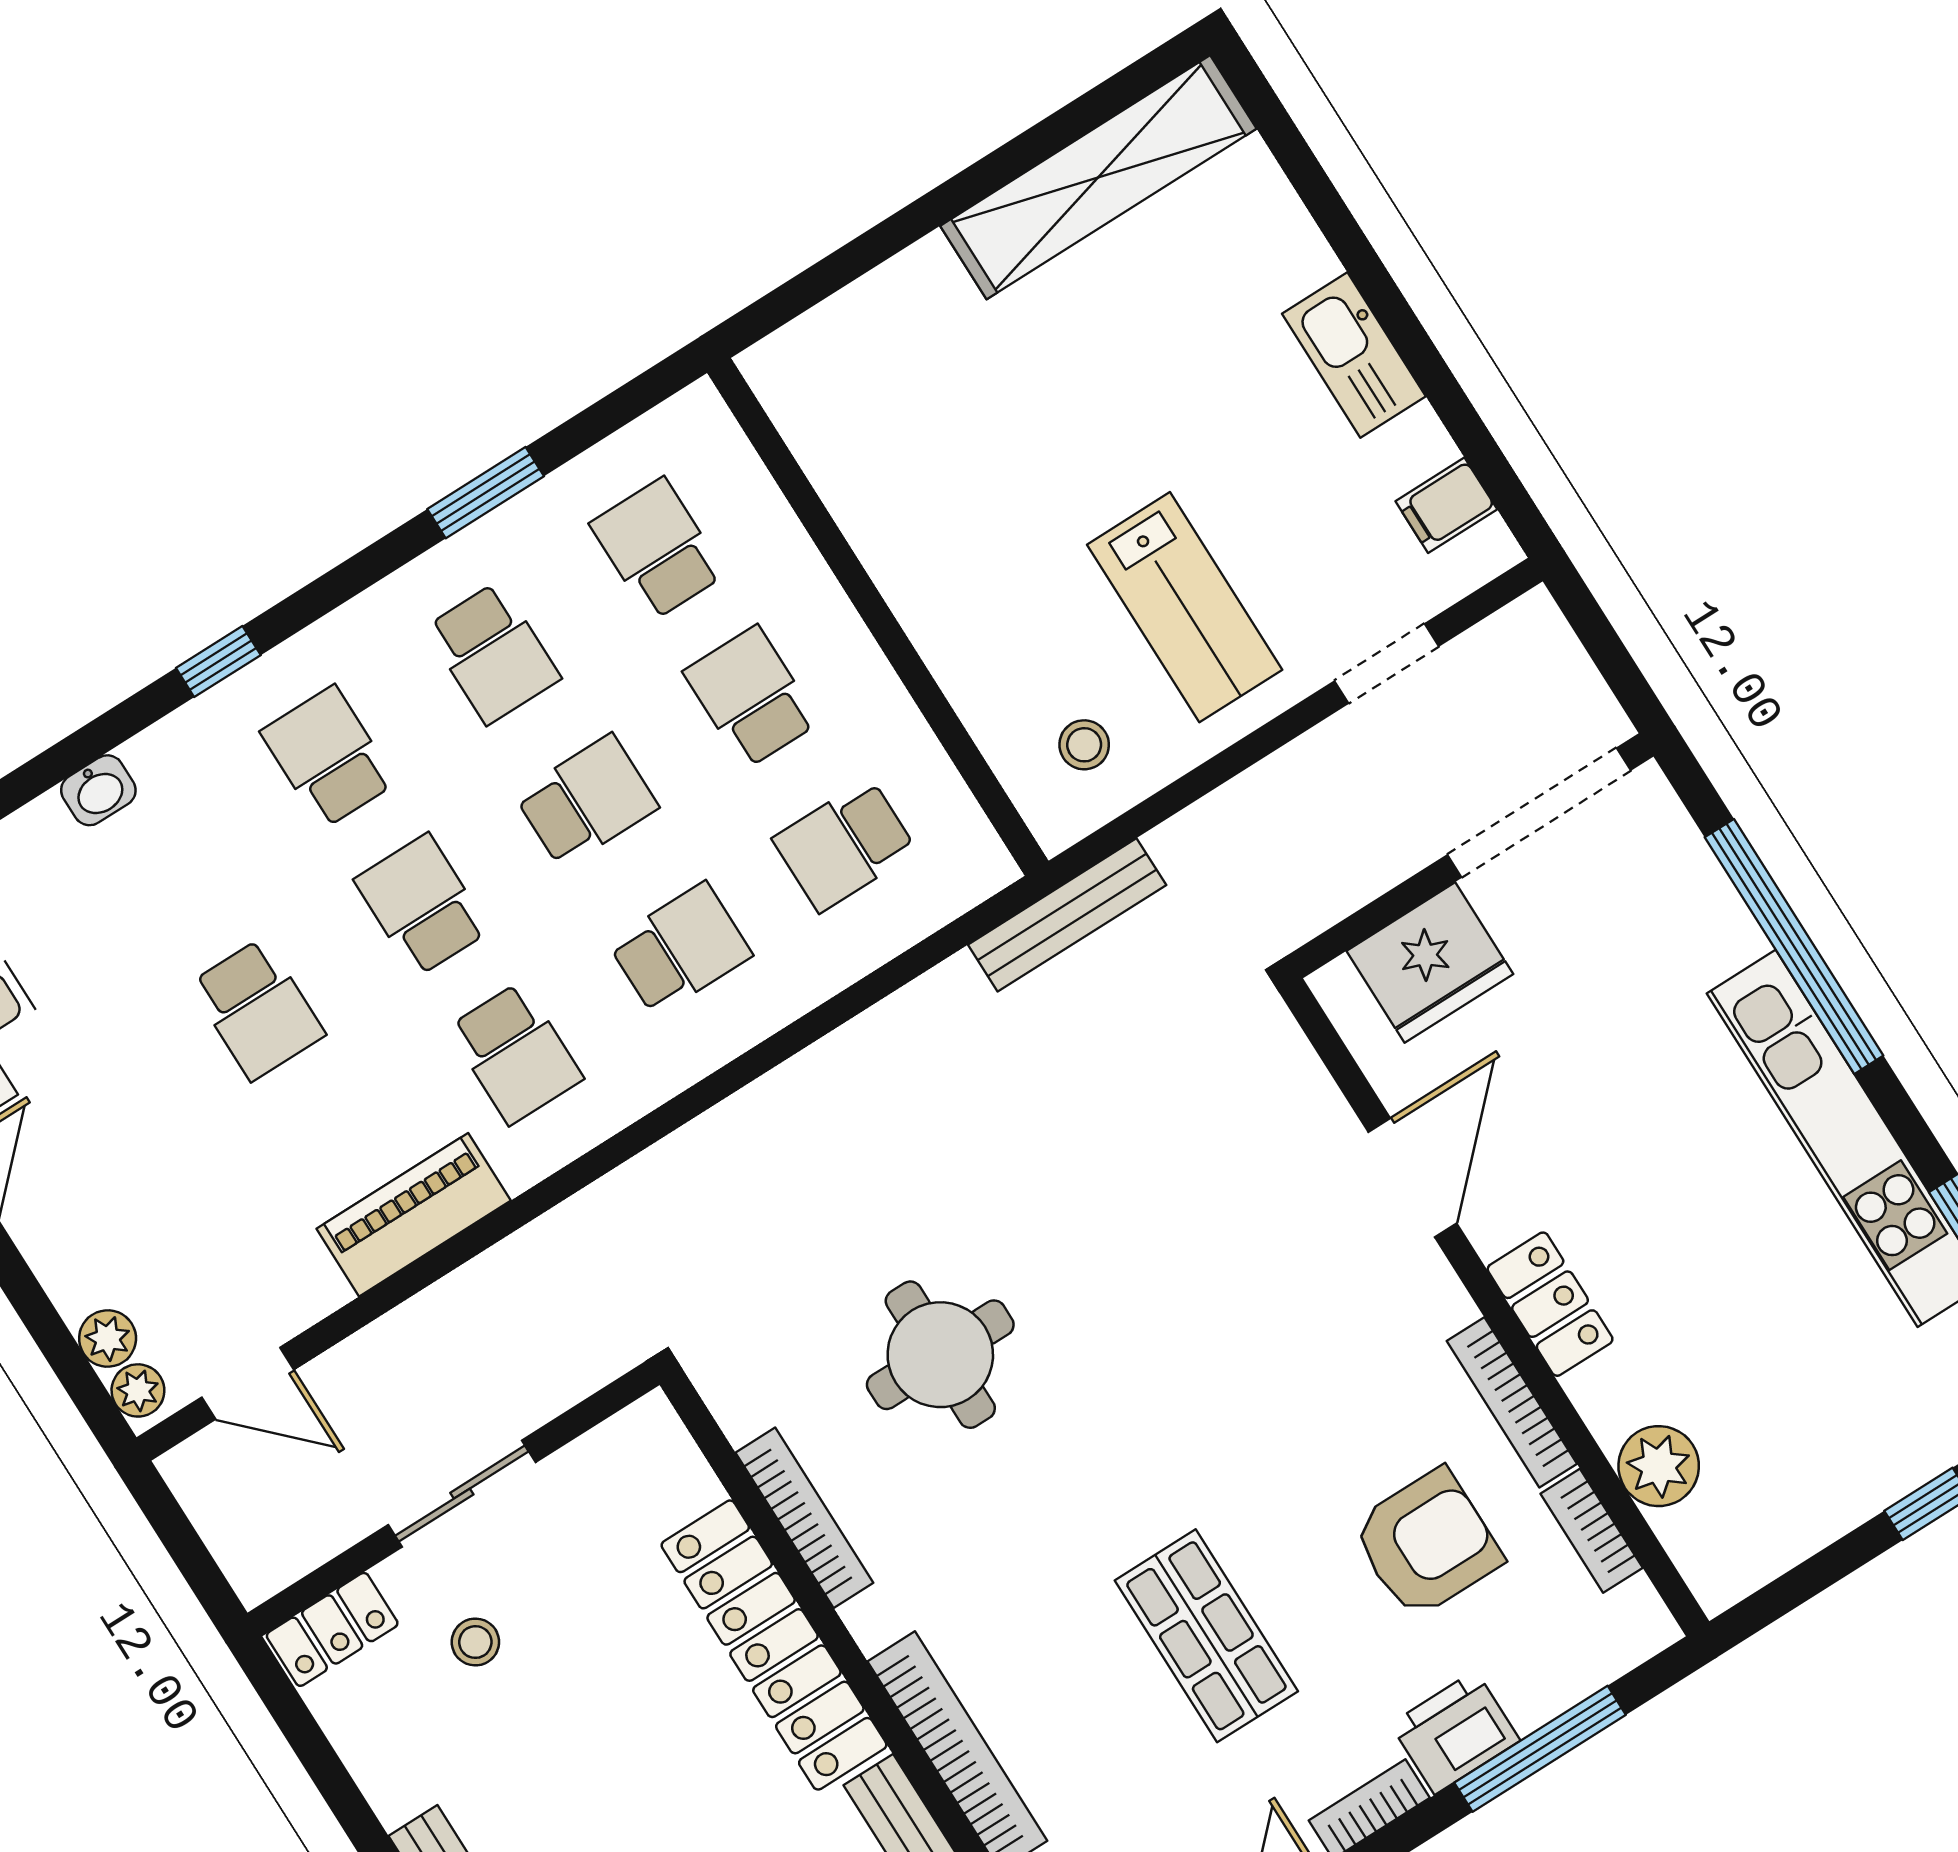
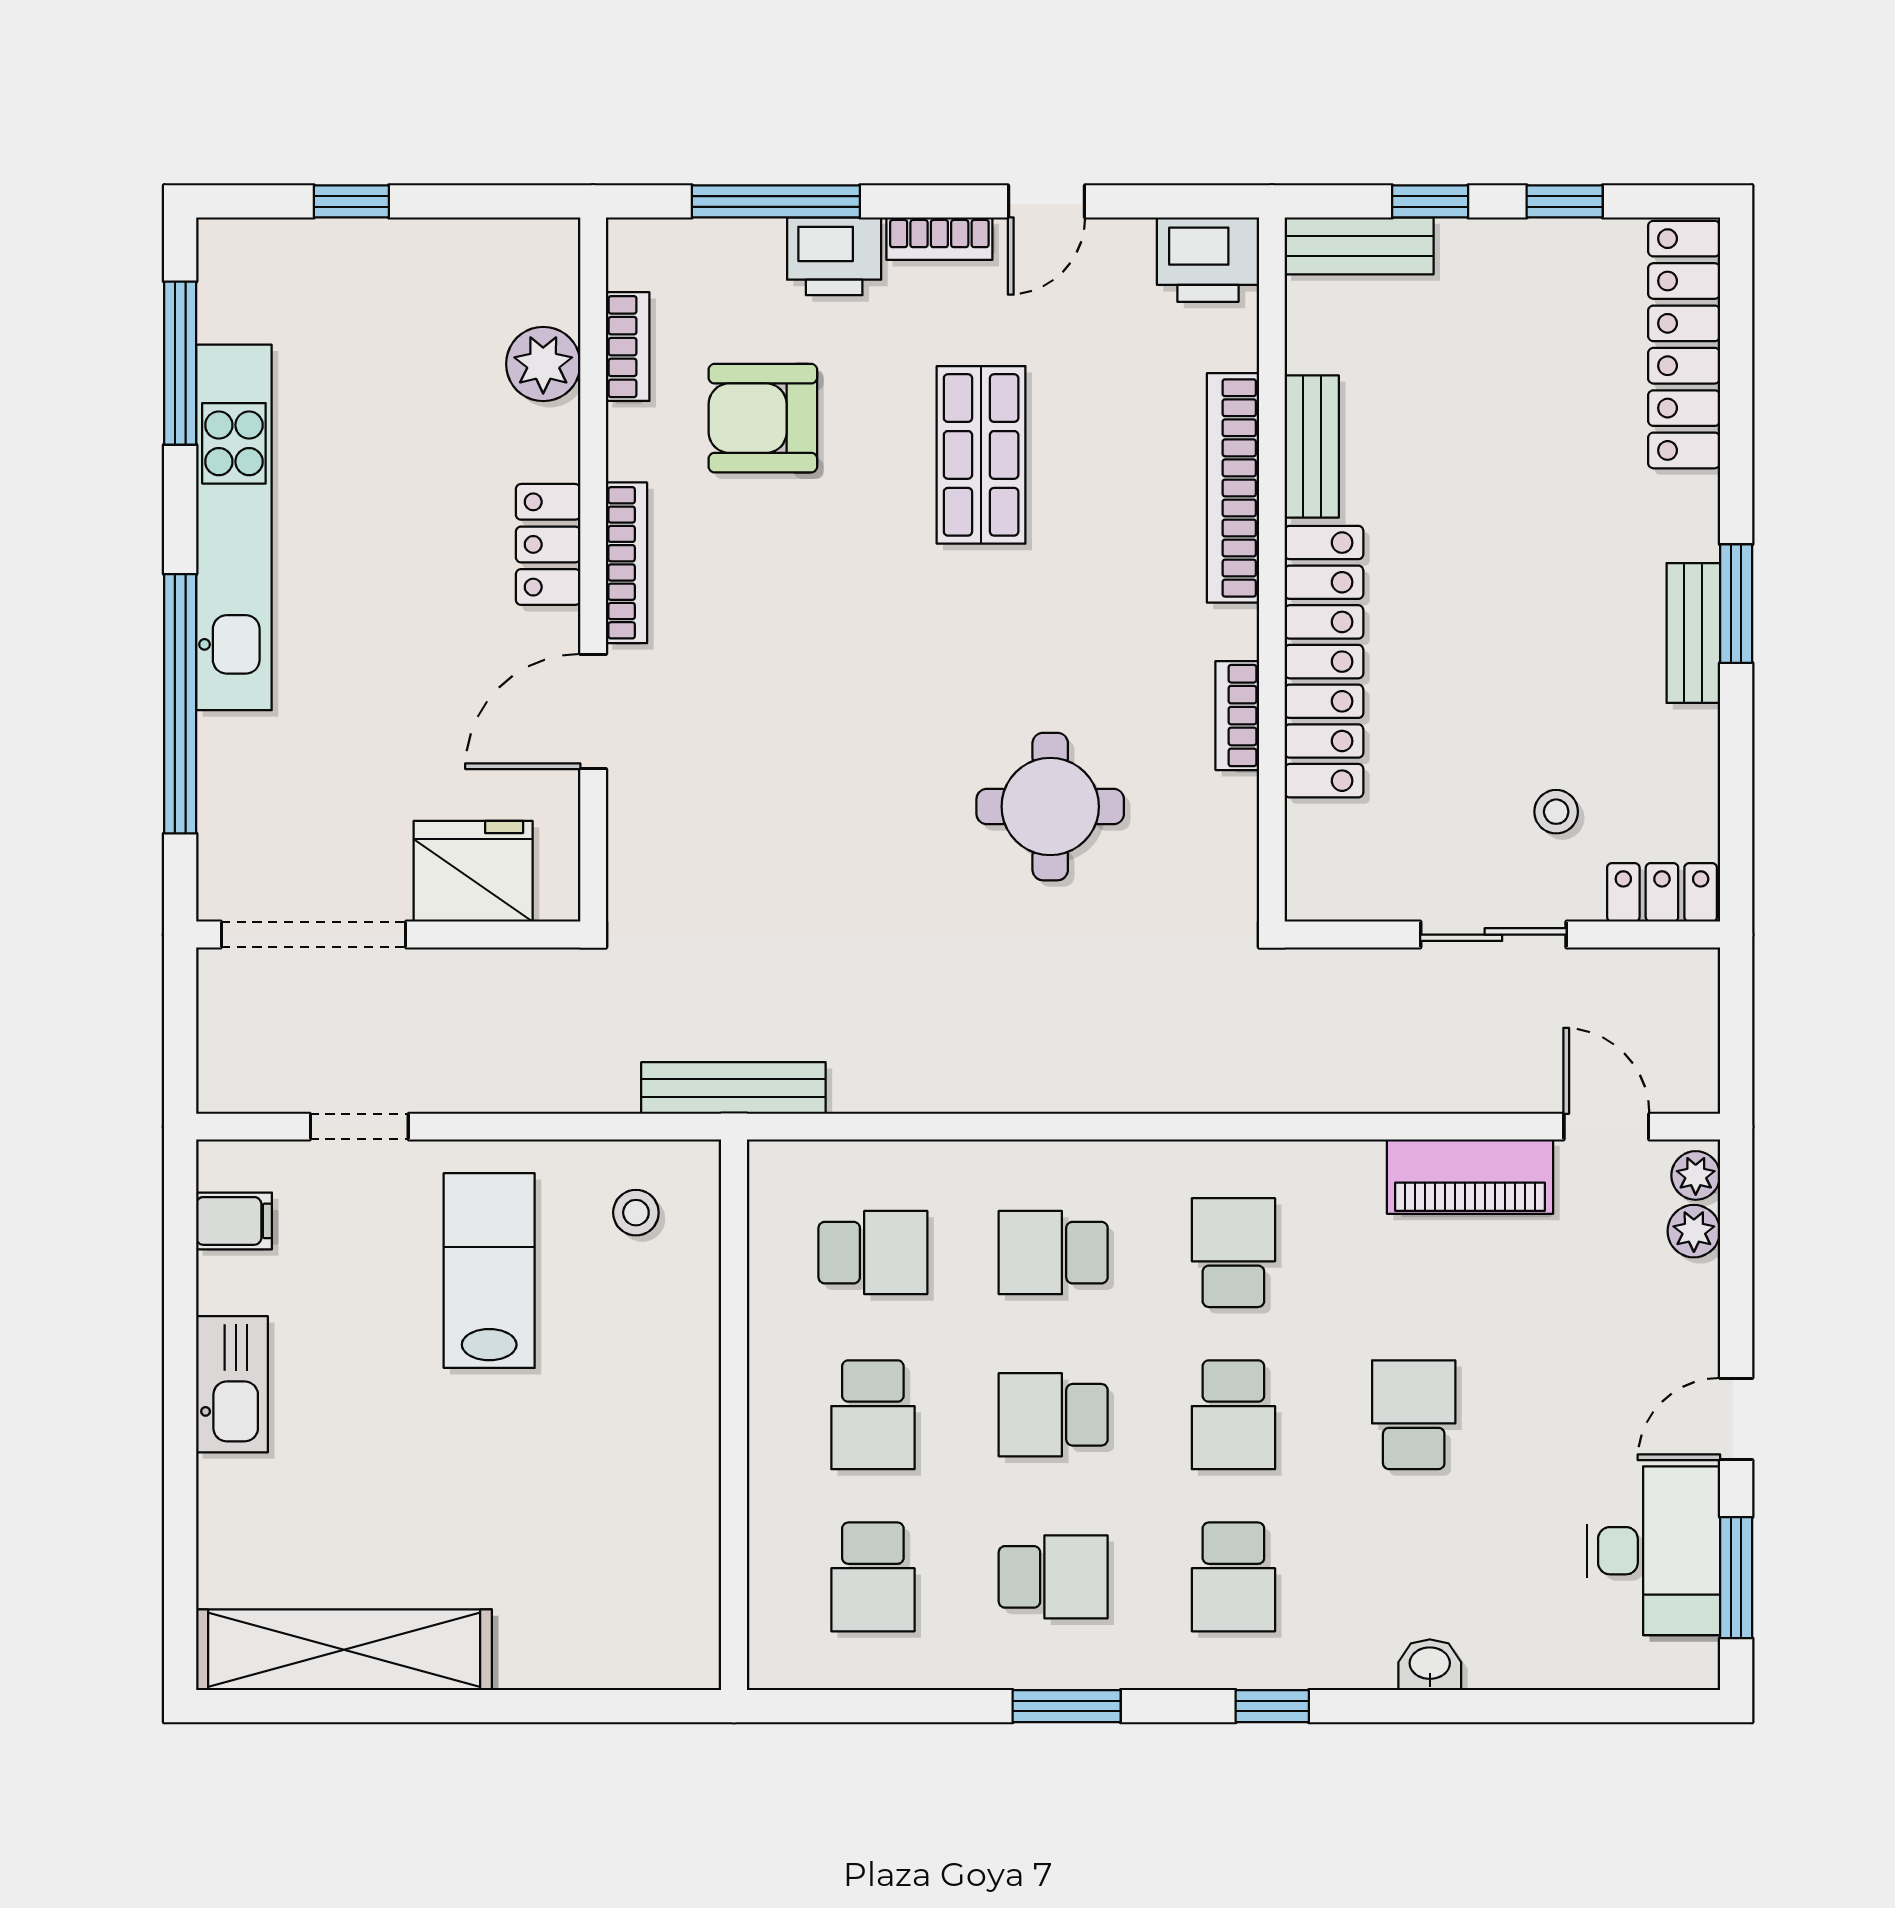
window: (486, 493) -> (1067, 1706), moved
school desk: (493, 653) -> (1053, 1577), turned 90
piano: (414, 1215) -> (1470, 1177), moved
bookcase: (1512, 1402) -> (627, 563), moved
bookcase: (804, 1518) -> (1237, 716), width x0.64

